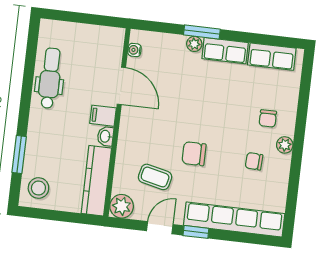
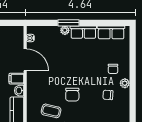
chair: (194, 154) -> (72, 95), turned -90

